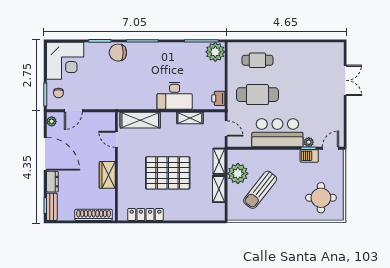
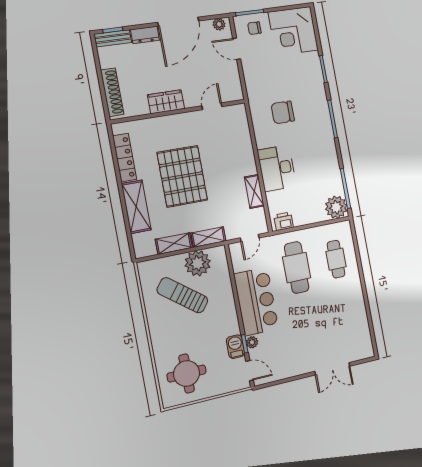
chair: (118, 53) -> (283, 112), moved, turned -90
shelving: (140, 120) -> (136, 207), moved

